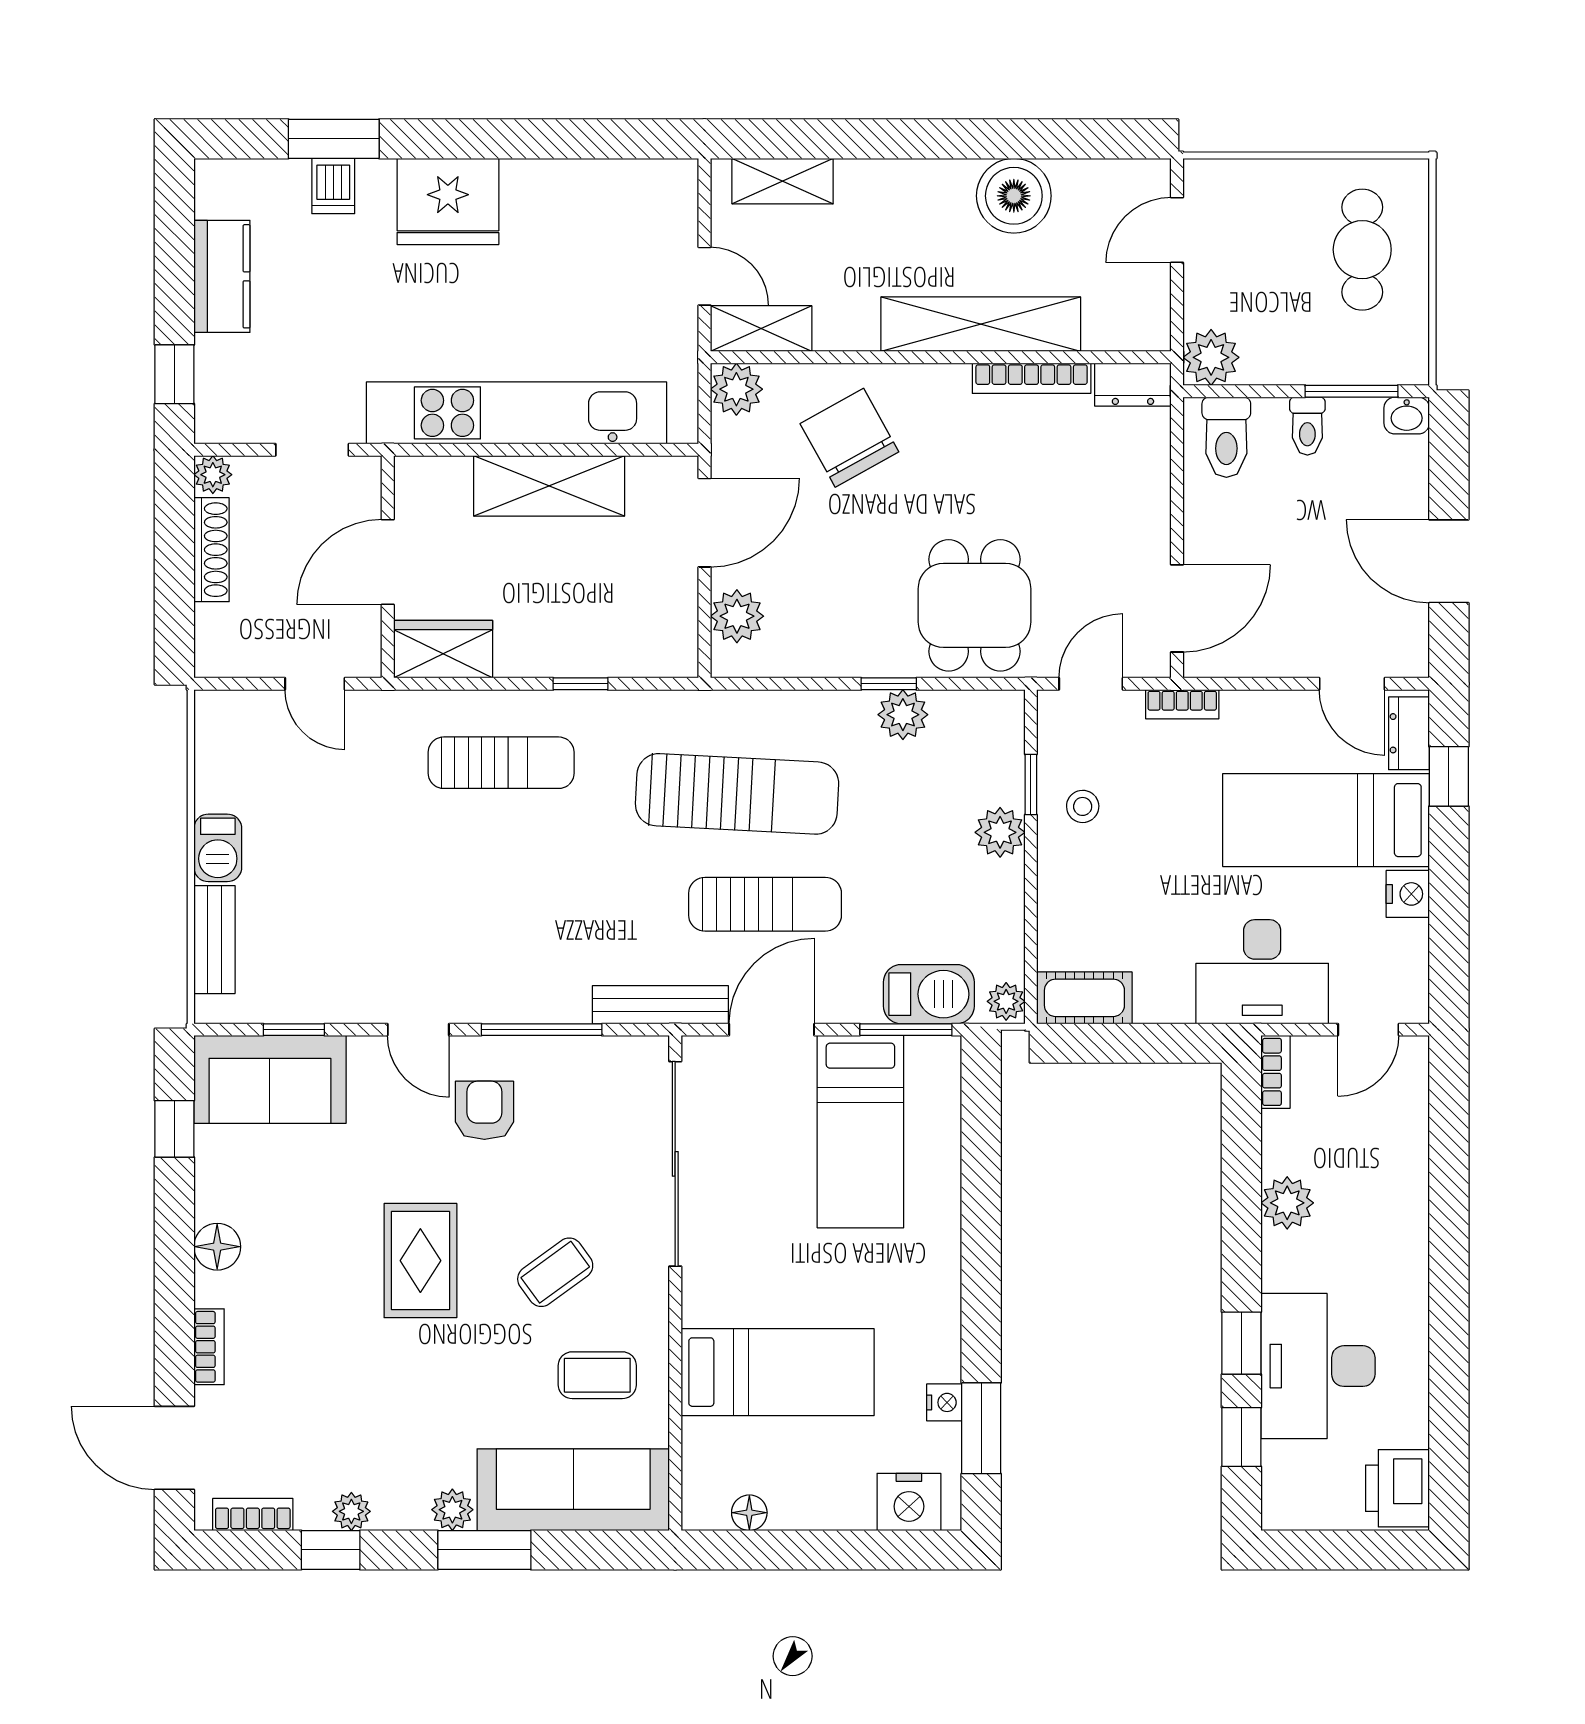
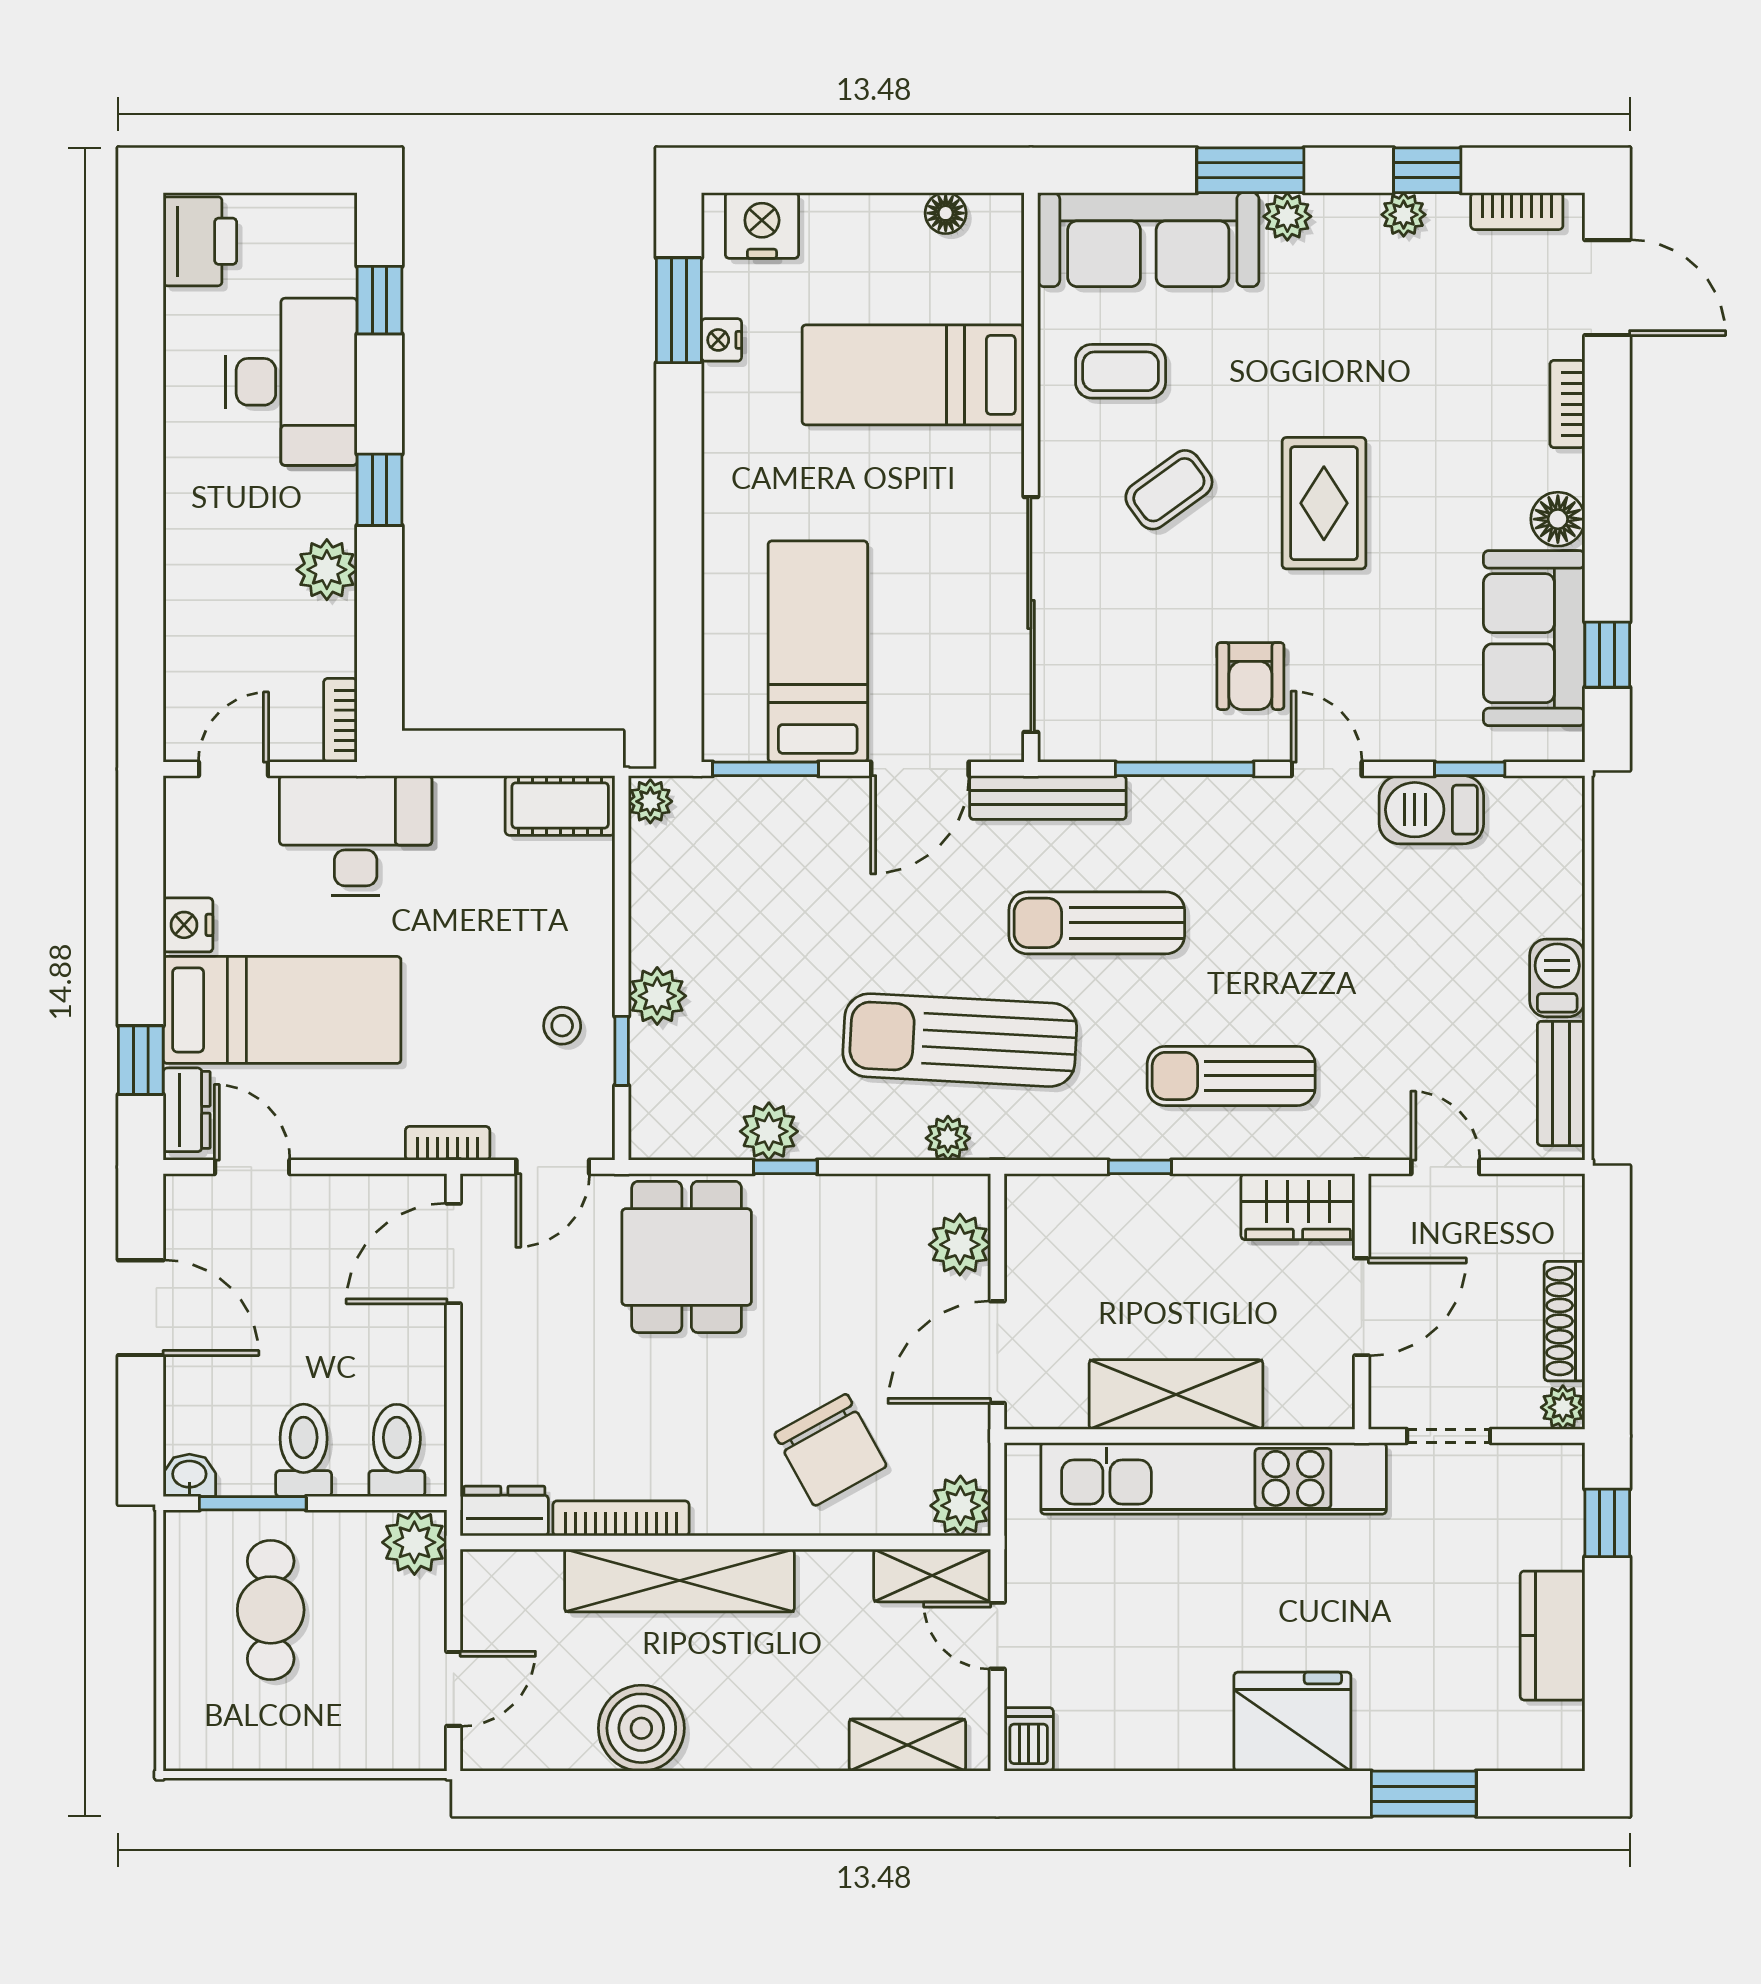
dishwasher: (333, 186) -> (1029, 1739), moved
cafe table: (1362, 250) -> (271, 1610), moved
toilet: (1307, 426) -> (304, 1450), width x1.37, depth x1.39
plant: (747, 709) -> (948, 1138), added
sun lounger: (765, 904) -> (1097, 923), moved
bench: (214, 940) -> (1561, 1083), moved
barbecue: (929, 994) -> (1431, 810), moved
sofa: (270, 1079) -> (1534, 638), moved, turned -90
window: (1241, 1343) -> (380, 490), moved

